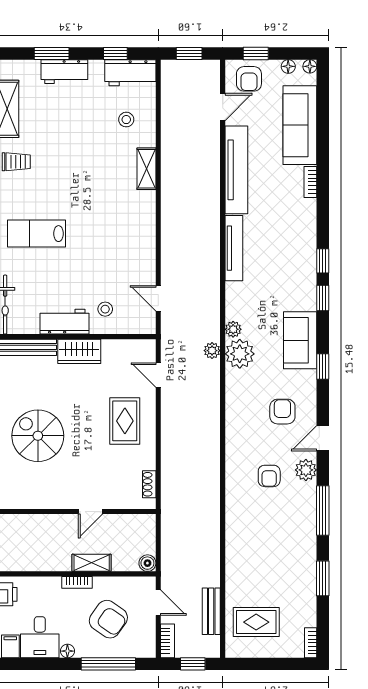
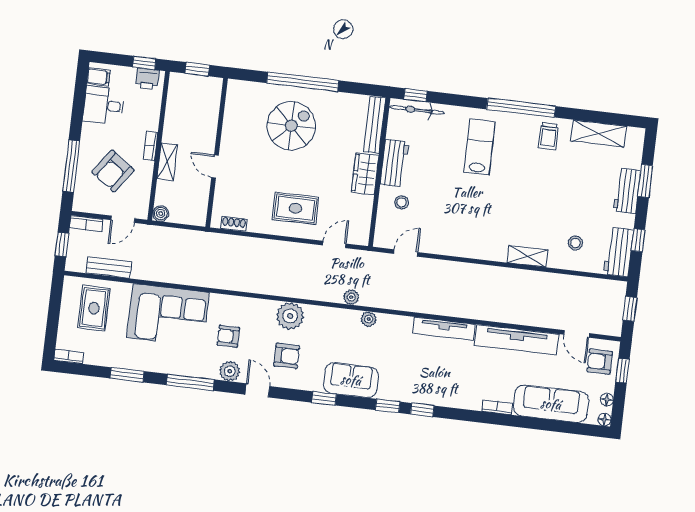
plant: (240, 354) -> (290, 316), moved
corner sofa: (254, 543) -> (168, 315), added
floor lamp: (67, 651) -> (88, 129), removed

